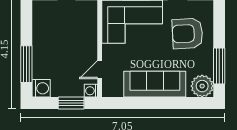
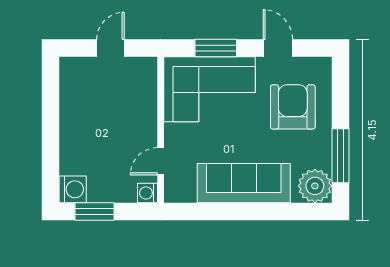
armchair: (187, 34) -> (293, 107), turned 93
window: (26, 64) -> (50, 153), removed
window: (71, 103) -> (95, 211), moved

